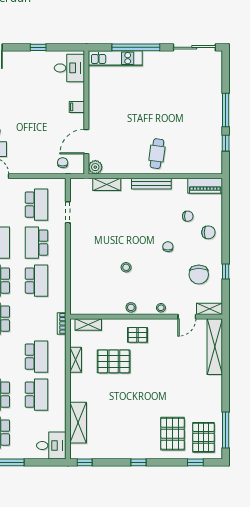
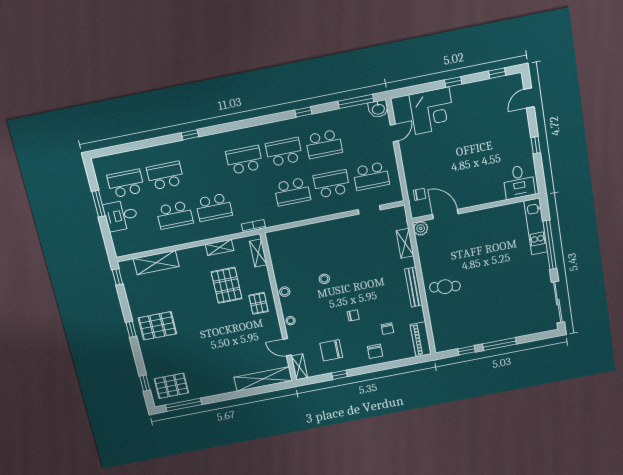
filing cabinet: (77, 107) -> (480, 198), removed
pallet: (173, 434) -> (157, 326), moved
desk: (51, 446) -> (121, 216), moved, turned 90

